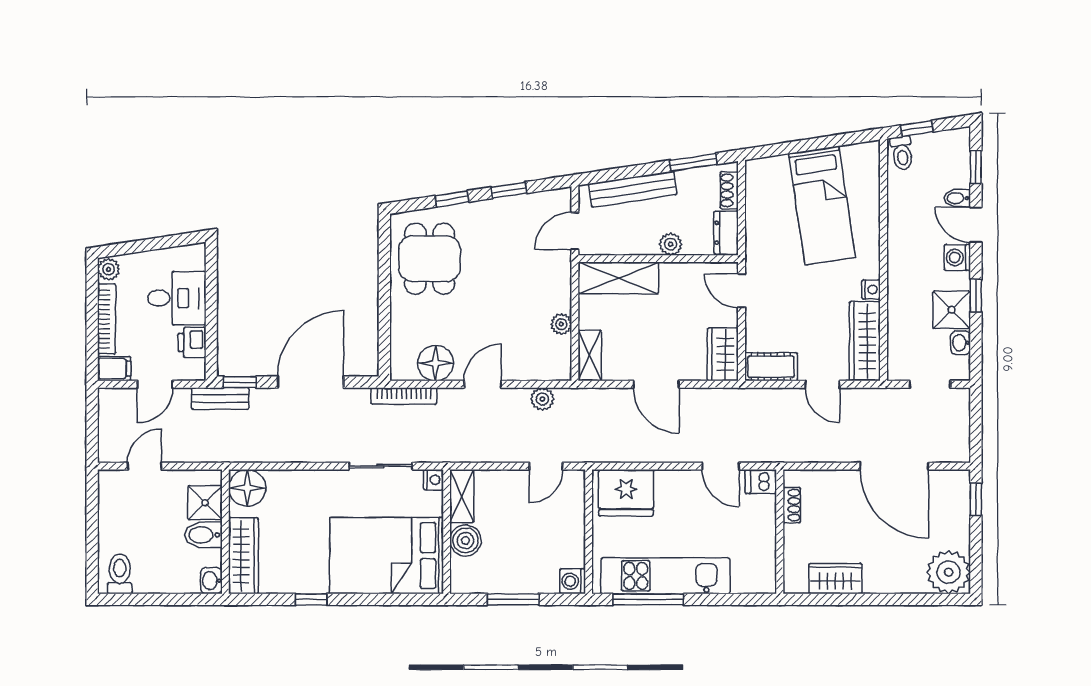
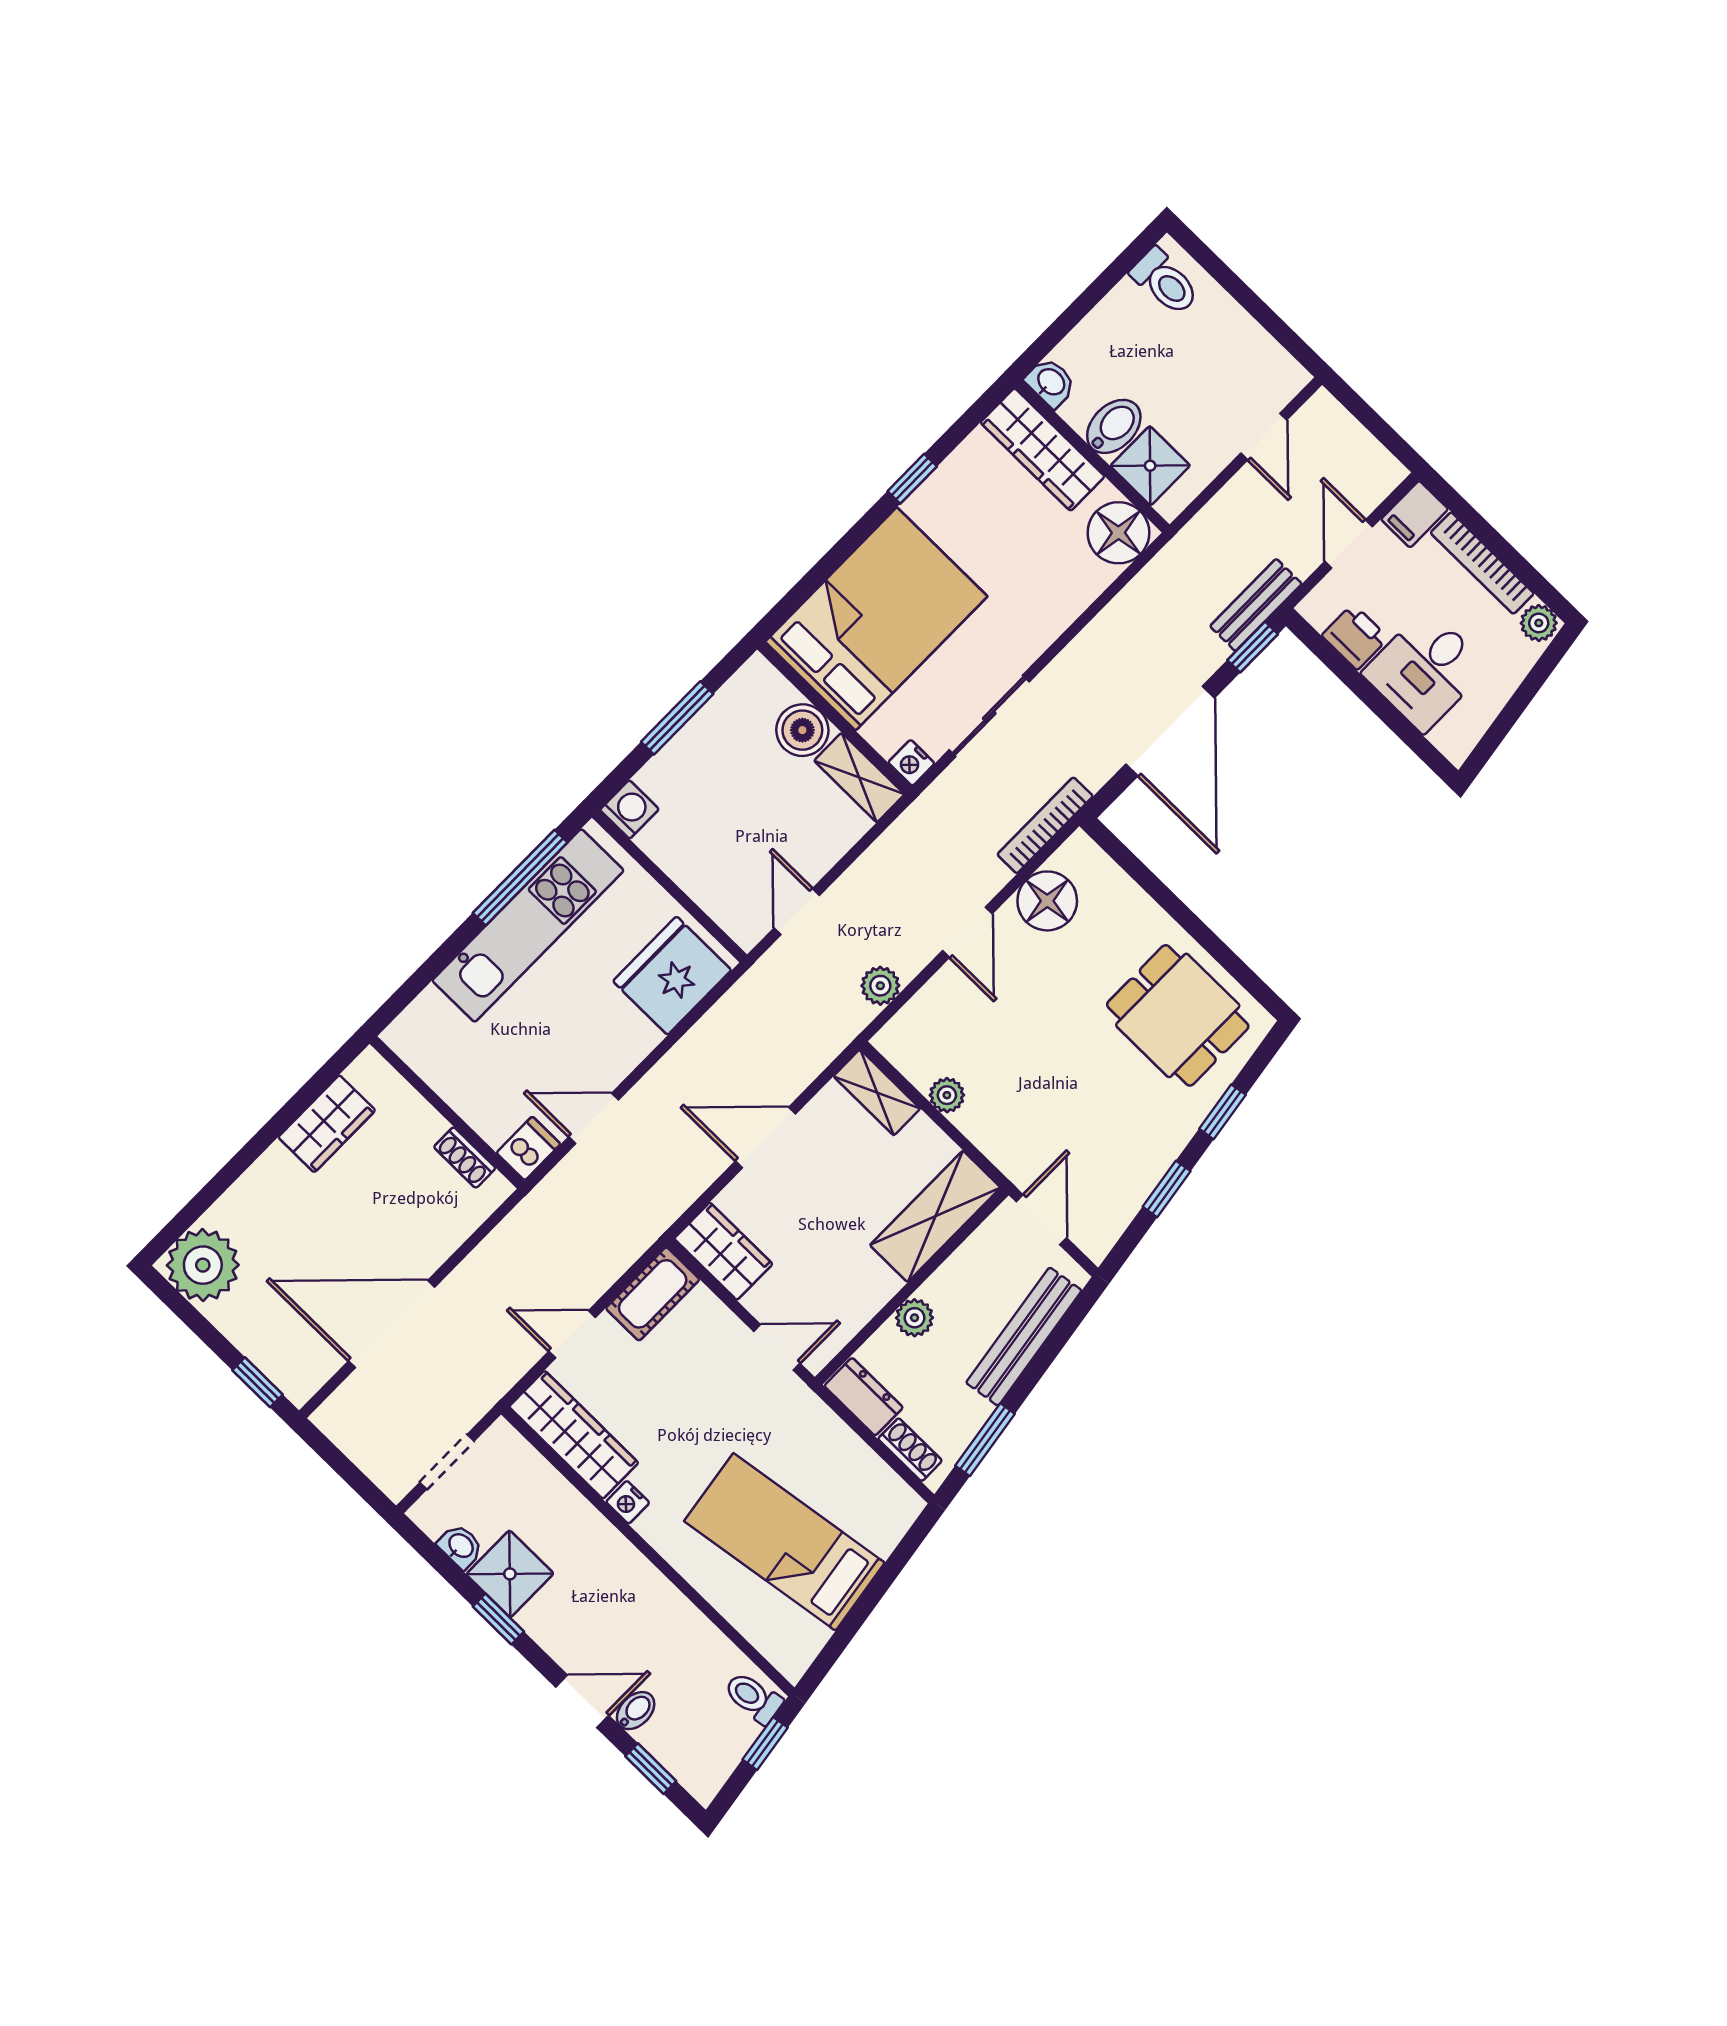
washing machine: (957, 257) -> (565, 1642), removed

